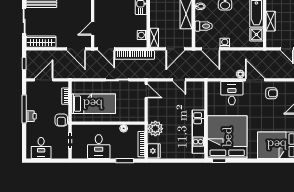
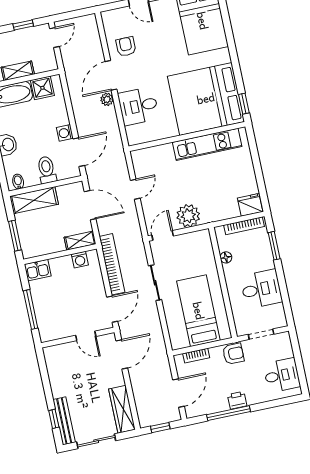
door: (44, 80) -> (178, 393), swing flipped
plant: (155, 129) -> (188, 216), moved

